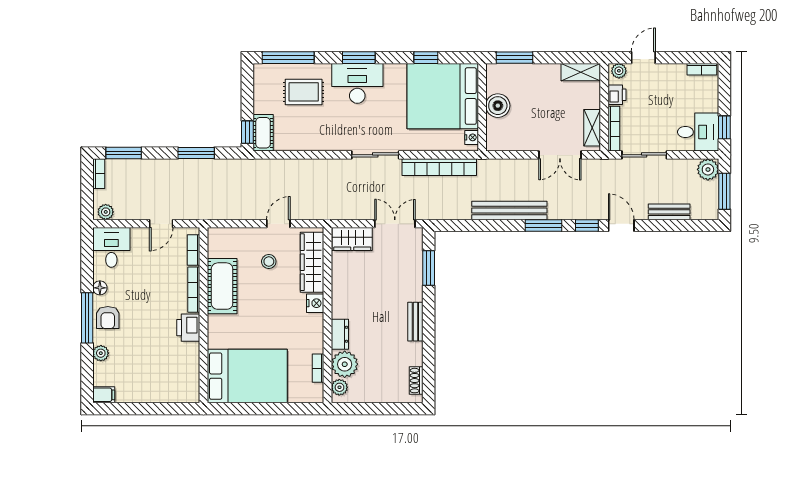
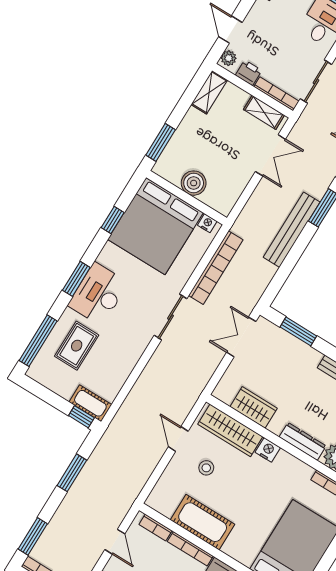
wardrobe: (352, 239) -> (254, 407), moved, turned -90
dresser: (340, 334) -> (303, 441), width x1.44

